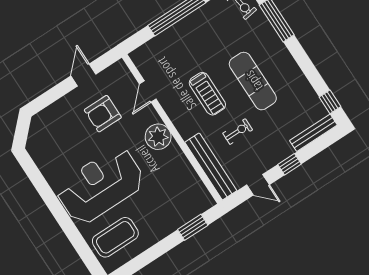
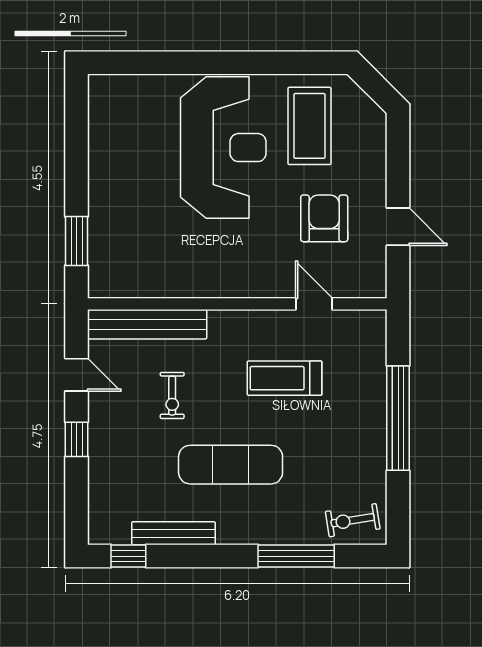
treadmill: (207, 94) -> (285, 378), moved
bench: (313, 133) -> (173, 533), moved, turned 90
plant: (158, 137) -> (239, 276), removed
door: (258, 185) -> (77, 375), swing flipped
coffee table: (115, 237) -> (309, 126), moved

